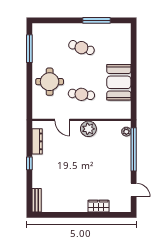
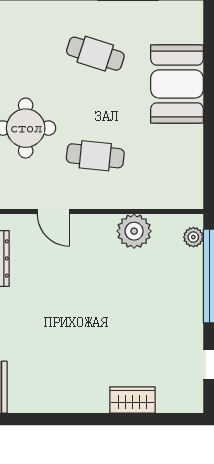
booth: (119, 82) -> (177, 84), moved
plant: (88, 129) -> (134, 231), moved

